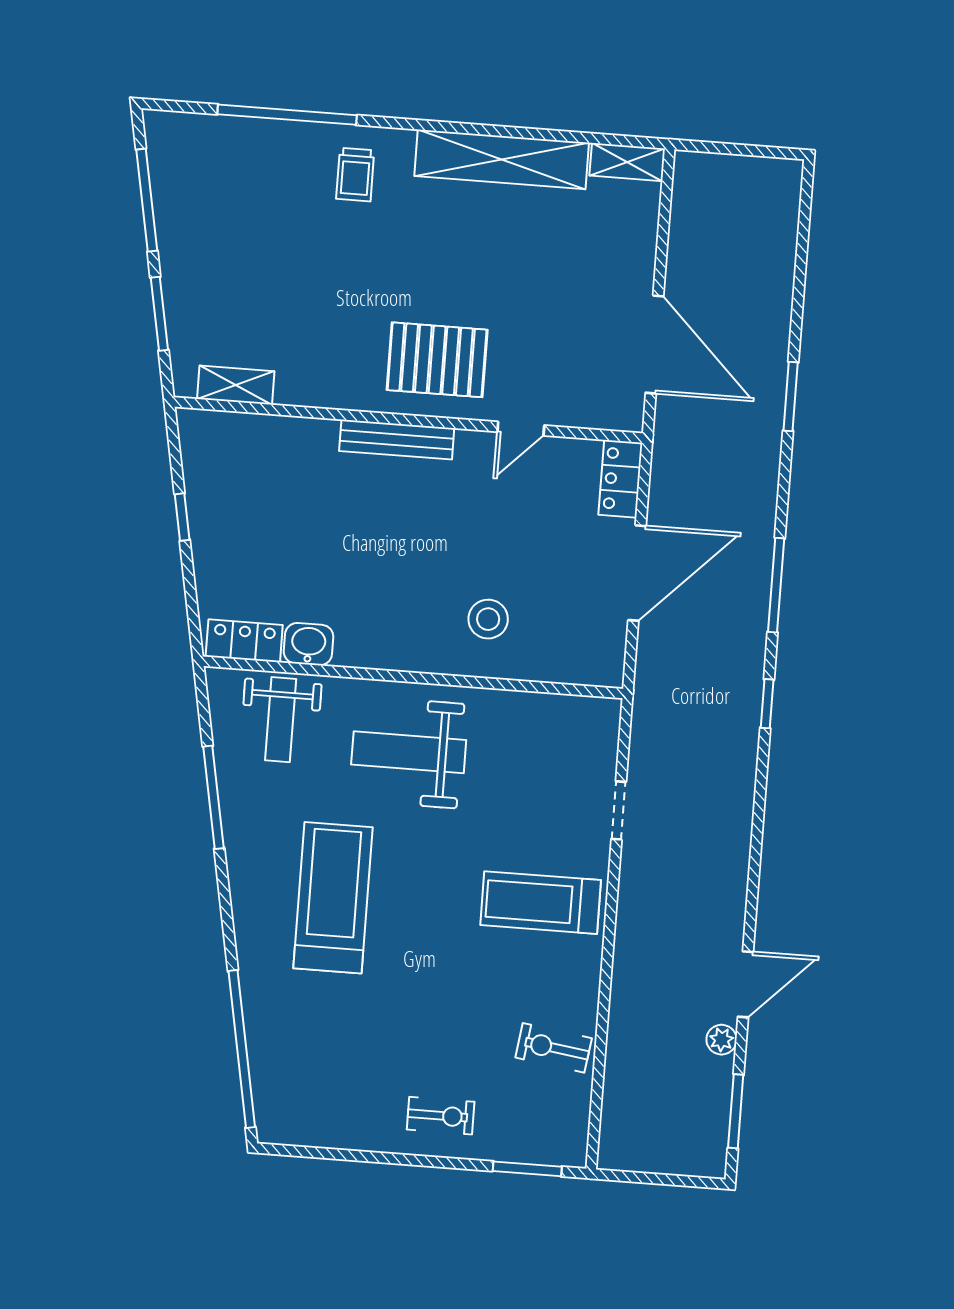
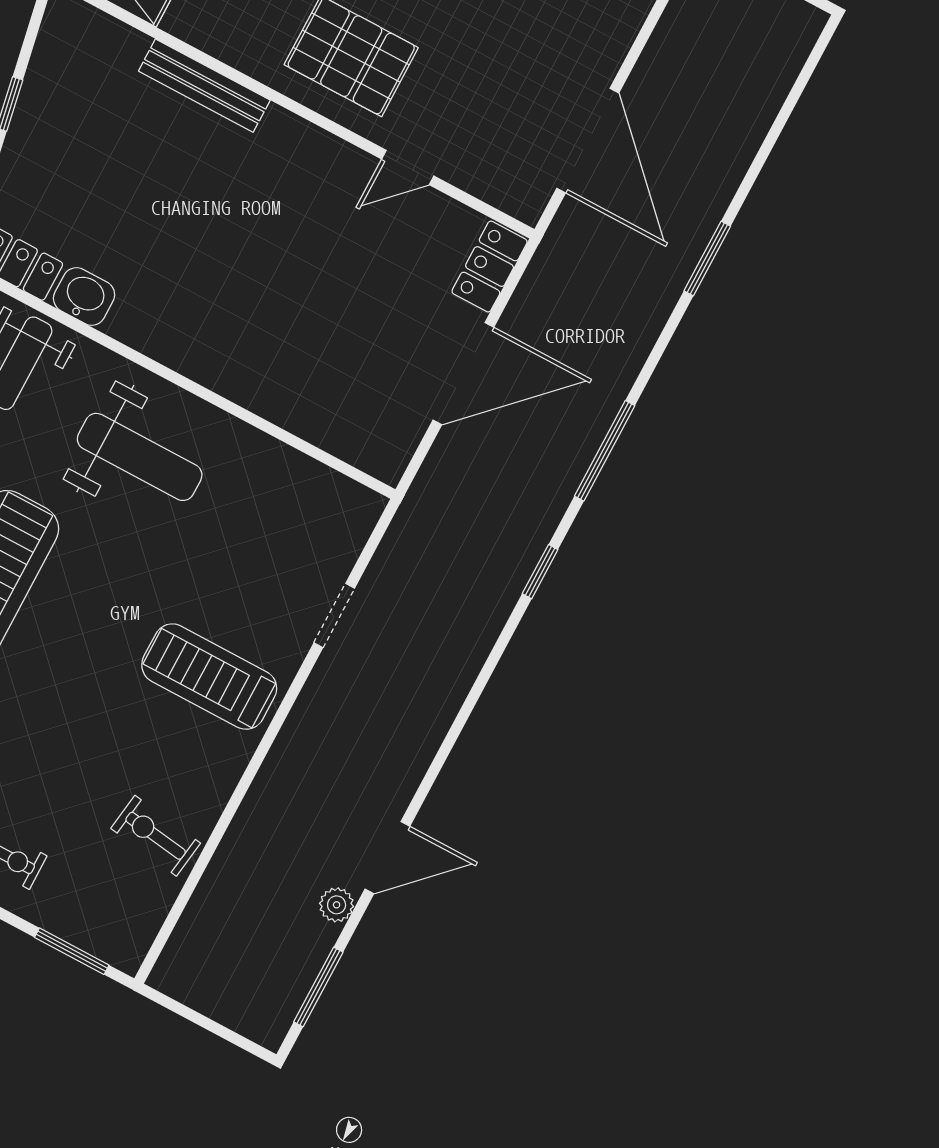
bench: (397, 440) -> (204, 86), moved
stool: (488, 619) -> (285, 353), removed
weight bench: (409, 752) -> (140, 457), turned 180

